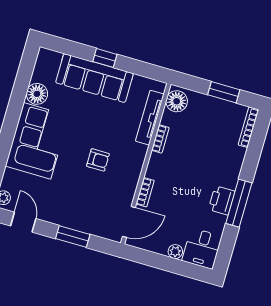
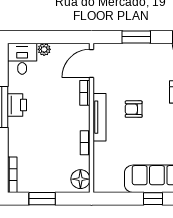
tv unit: (150, 118) -> (100, 117), moved

